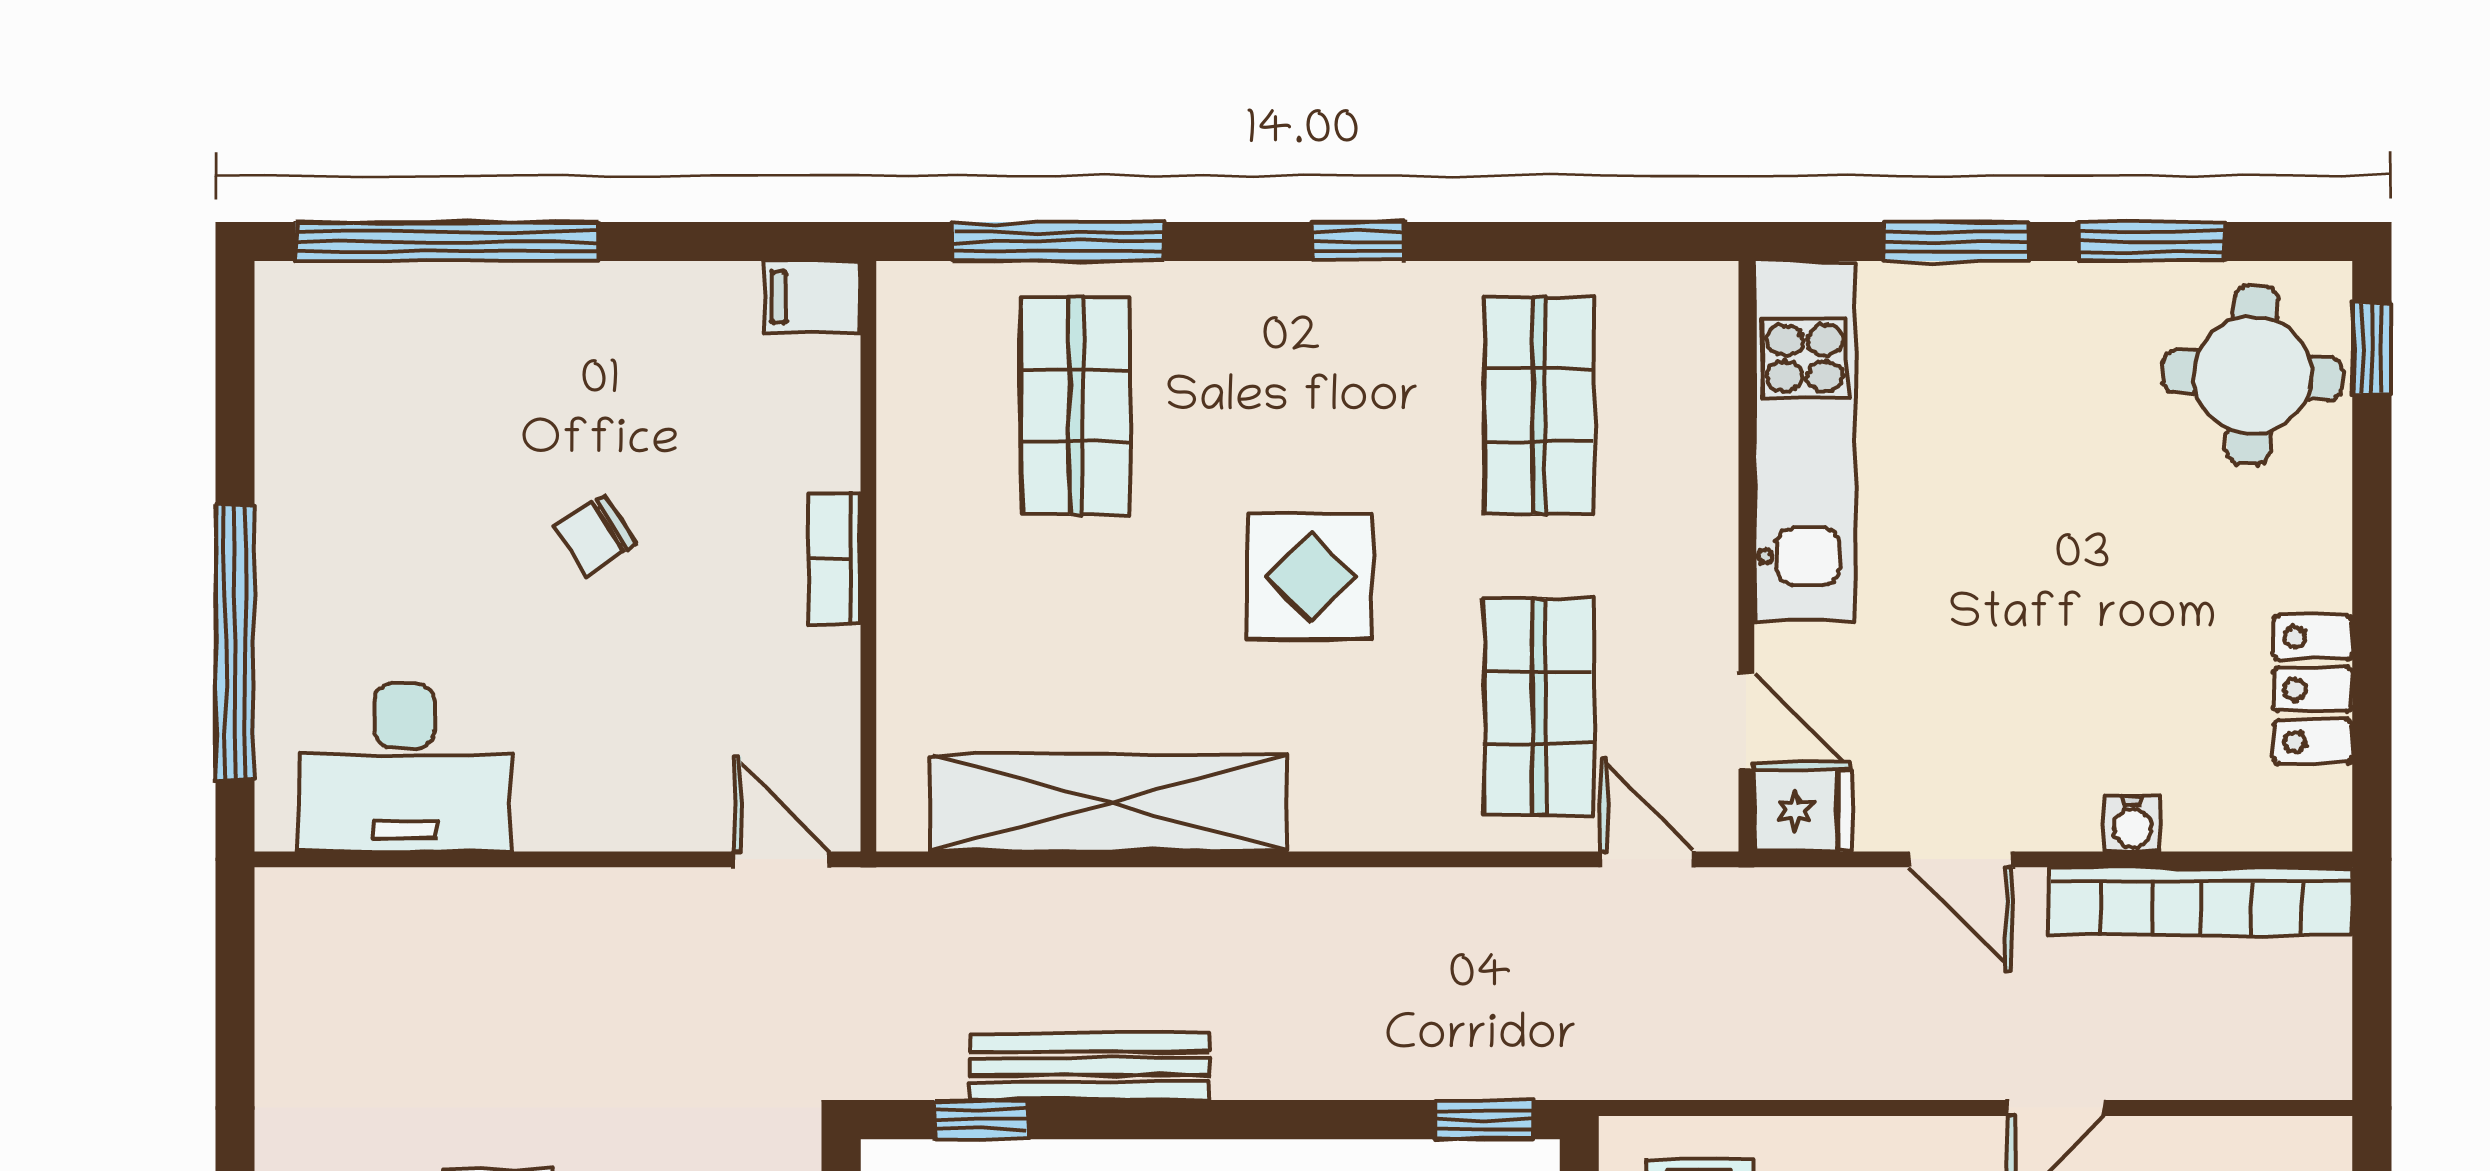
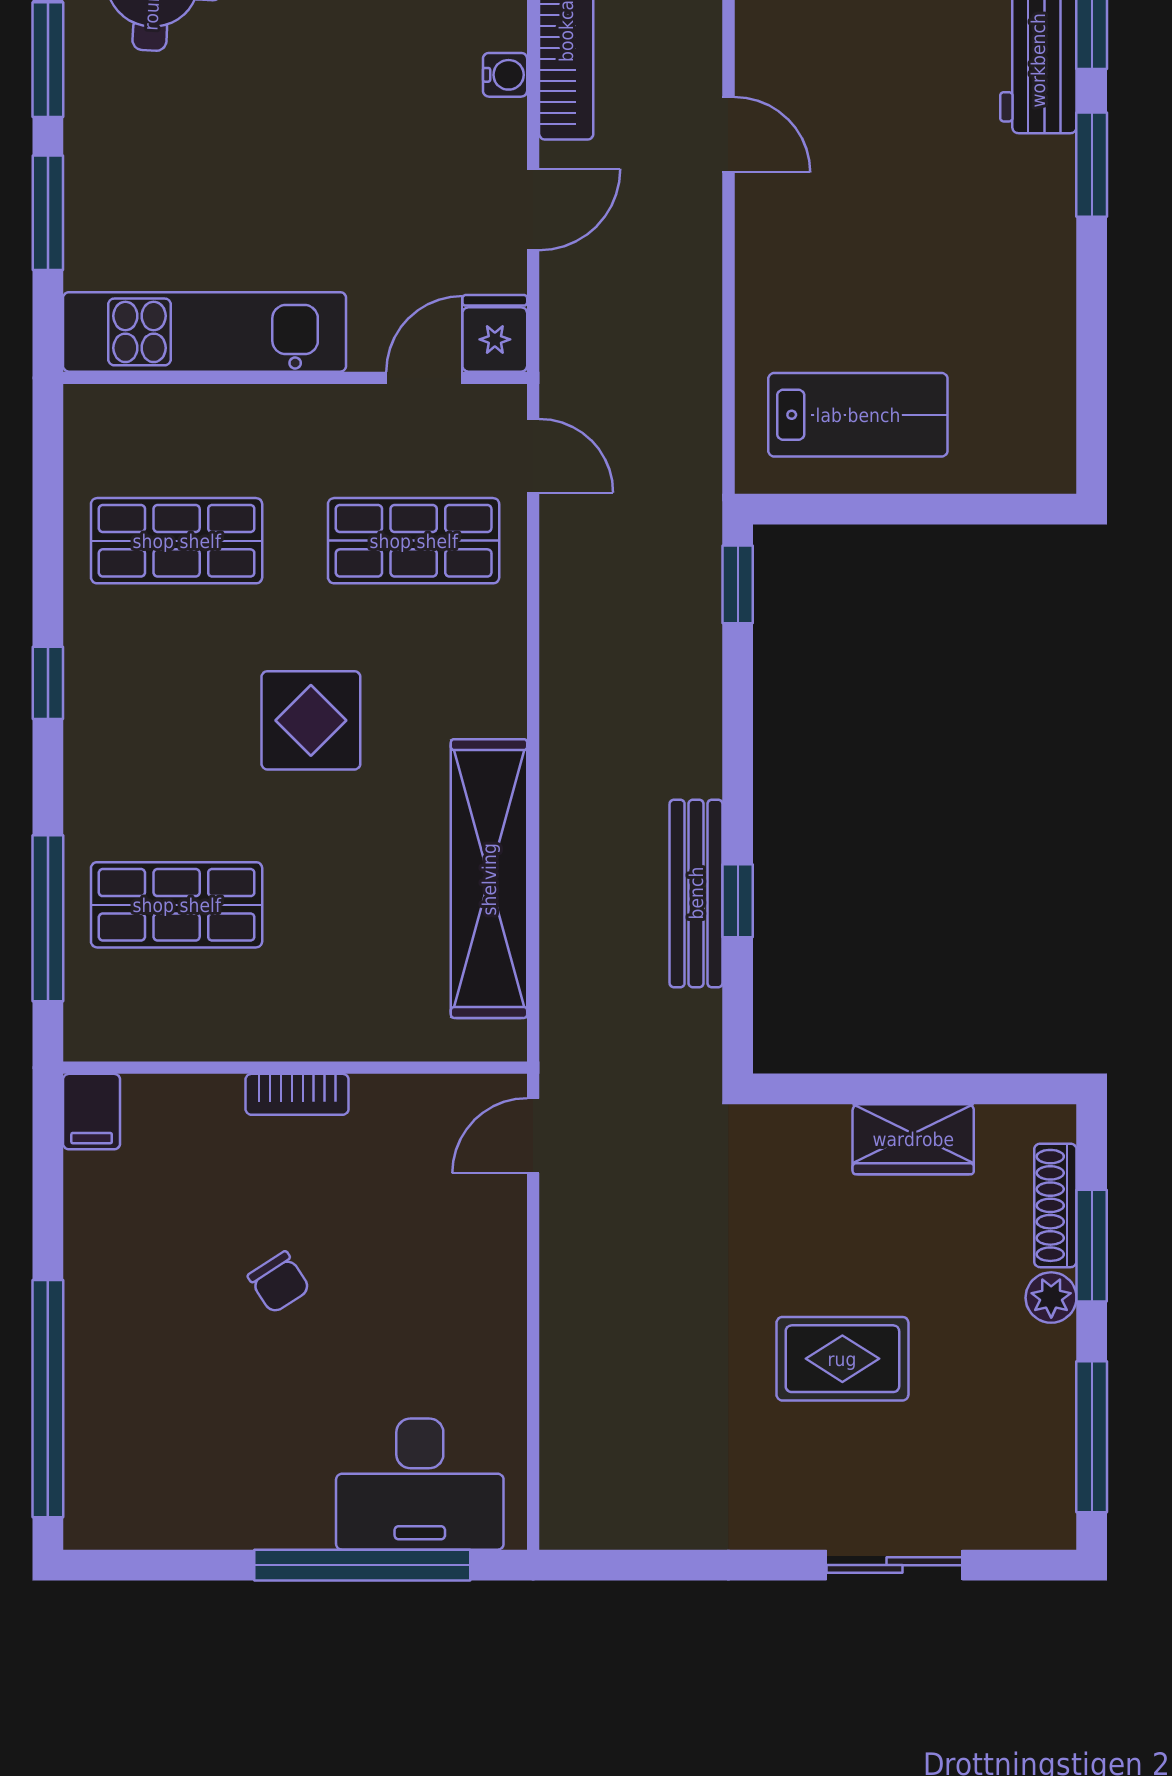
desk: (404, 768) -> (420, 1484), moved, turned 90
door: (1647, 859) -> (533, 456), swing flipped
window: (980, 1120) -> (738, 901), moved

